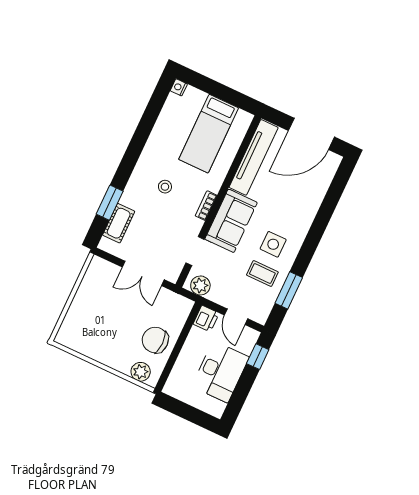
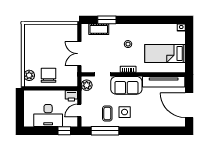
window: (289, 290) -> (105, 131), width x1.44

